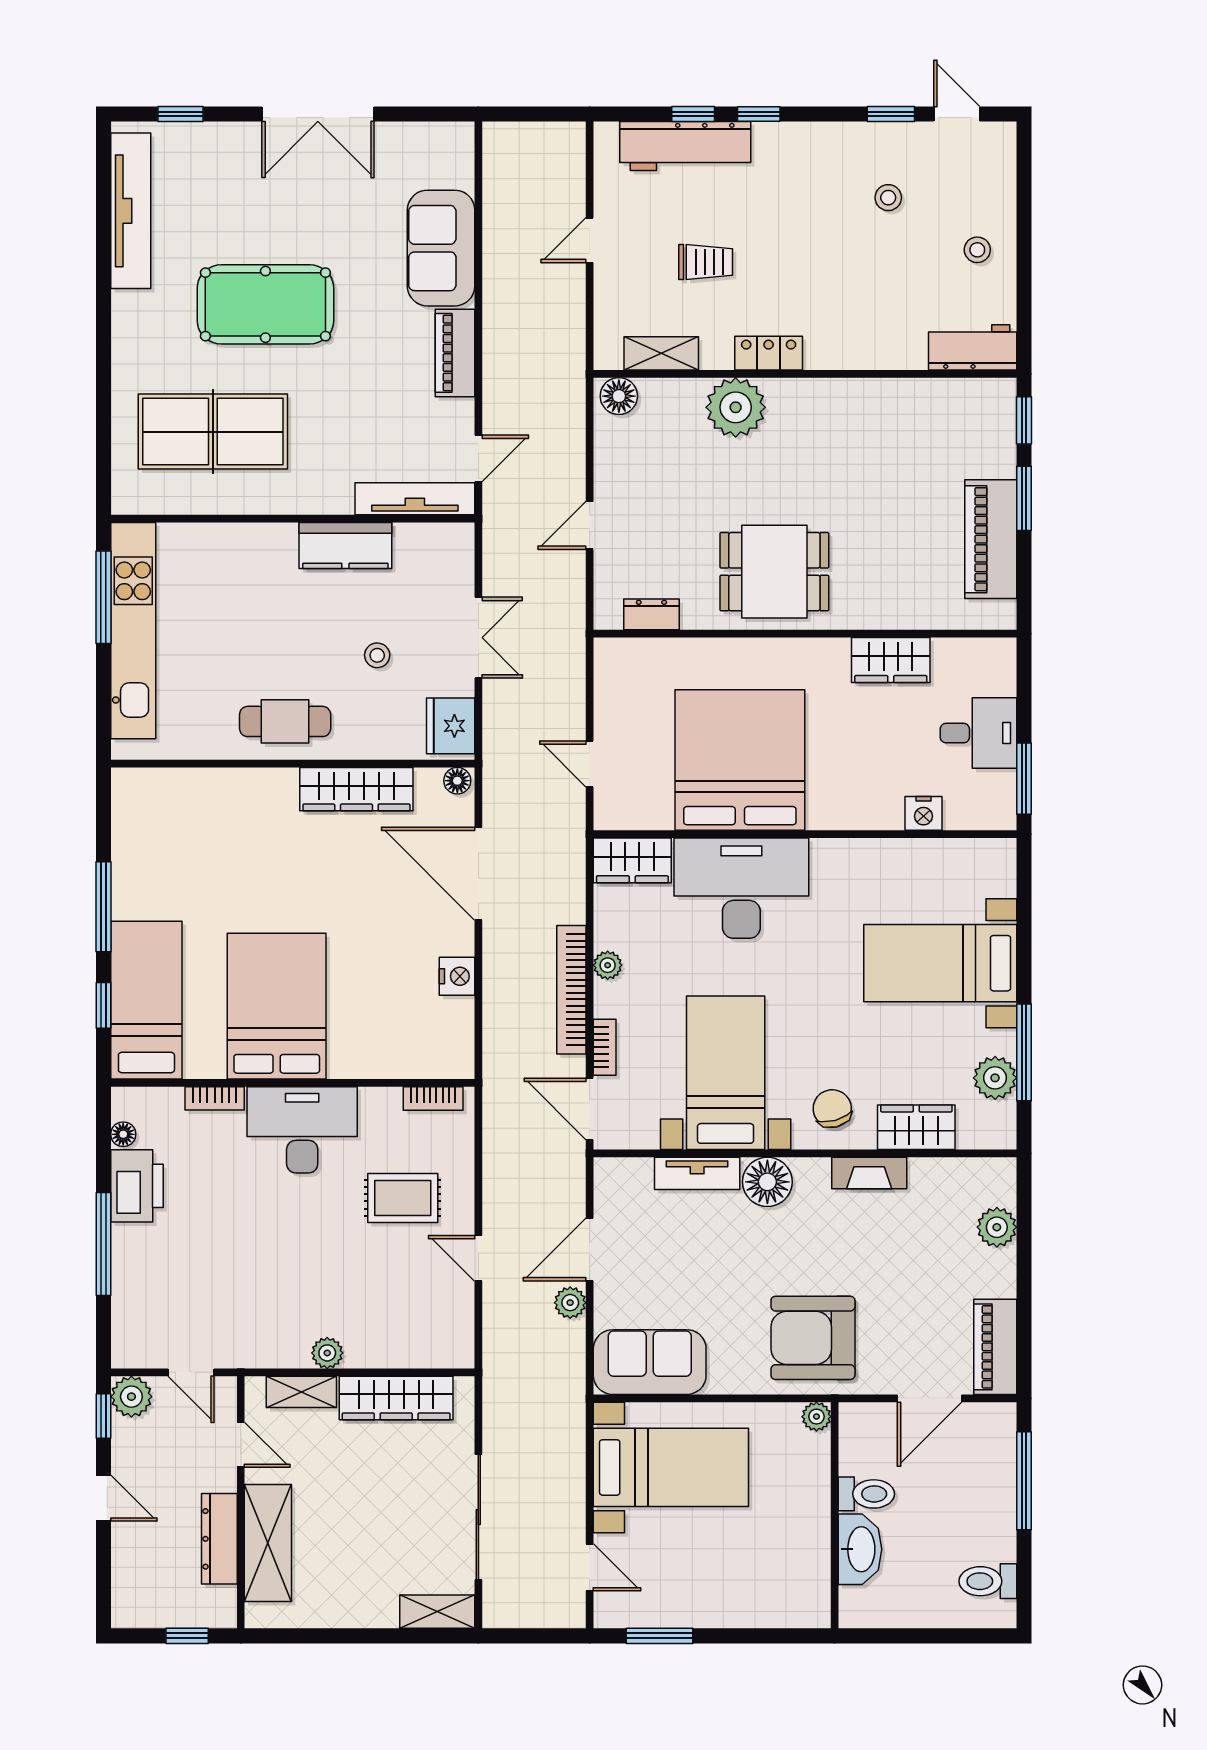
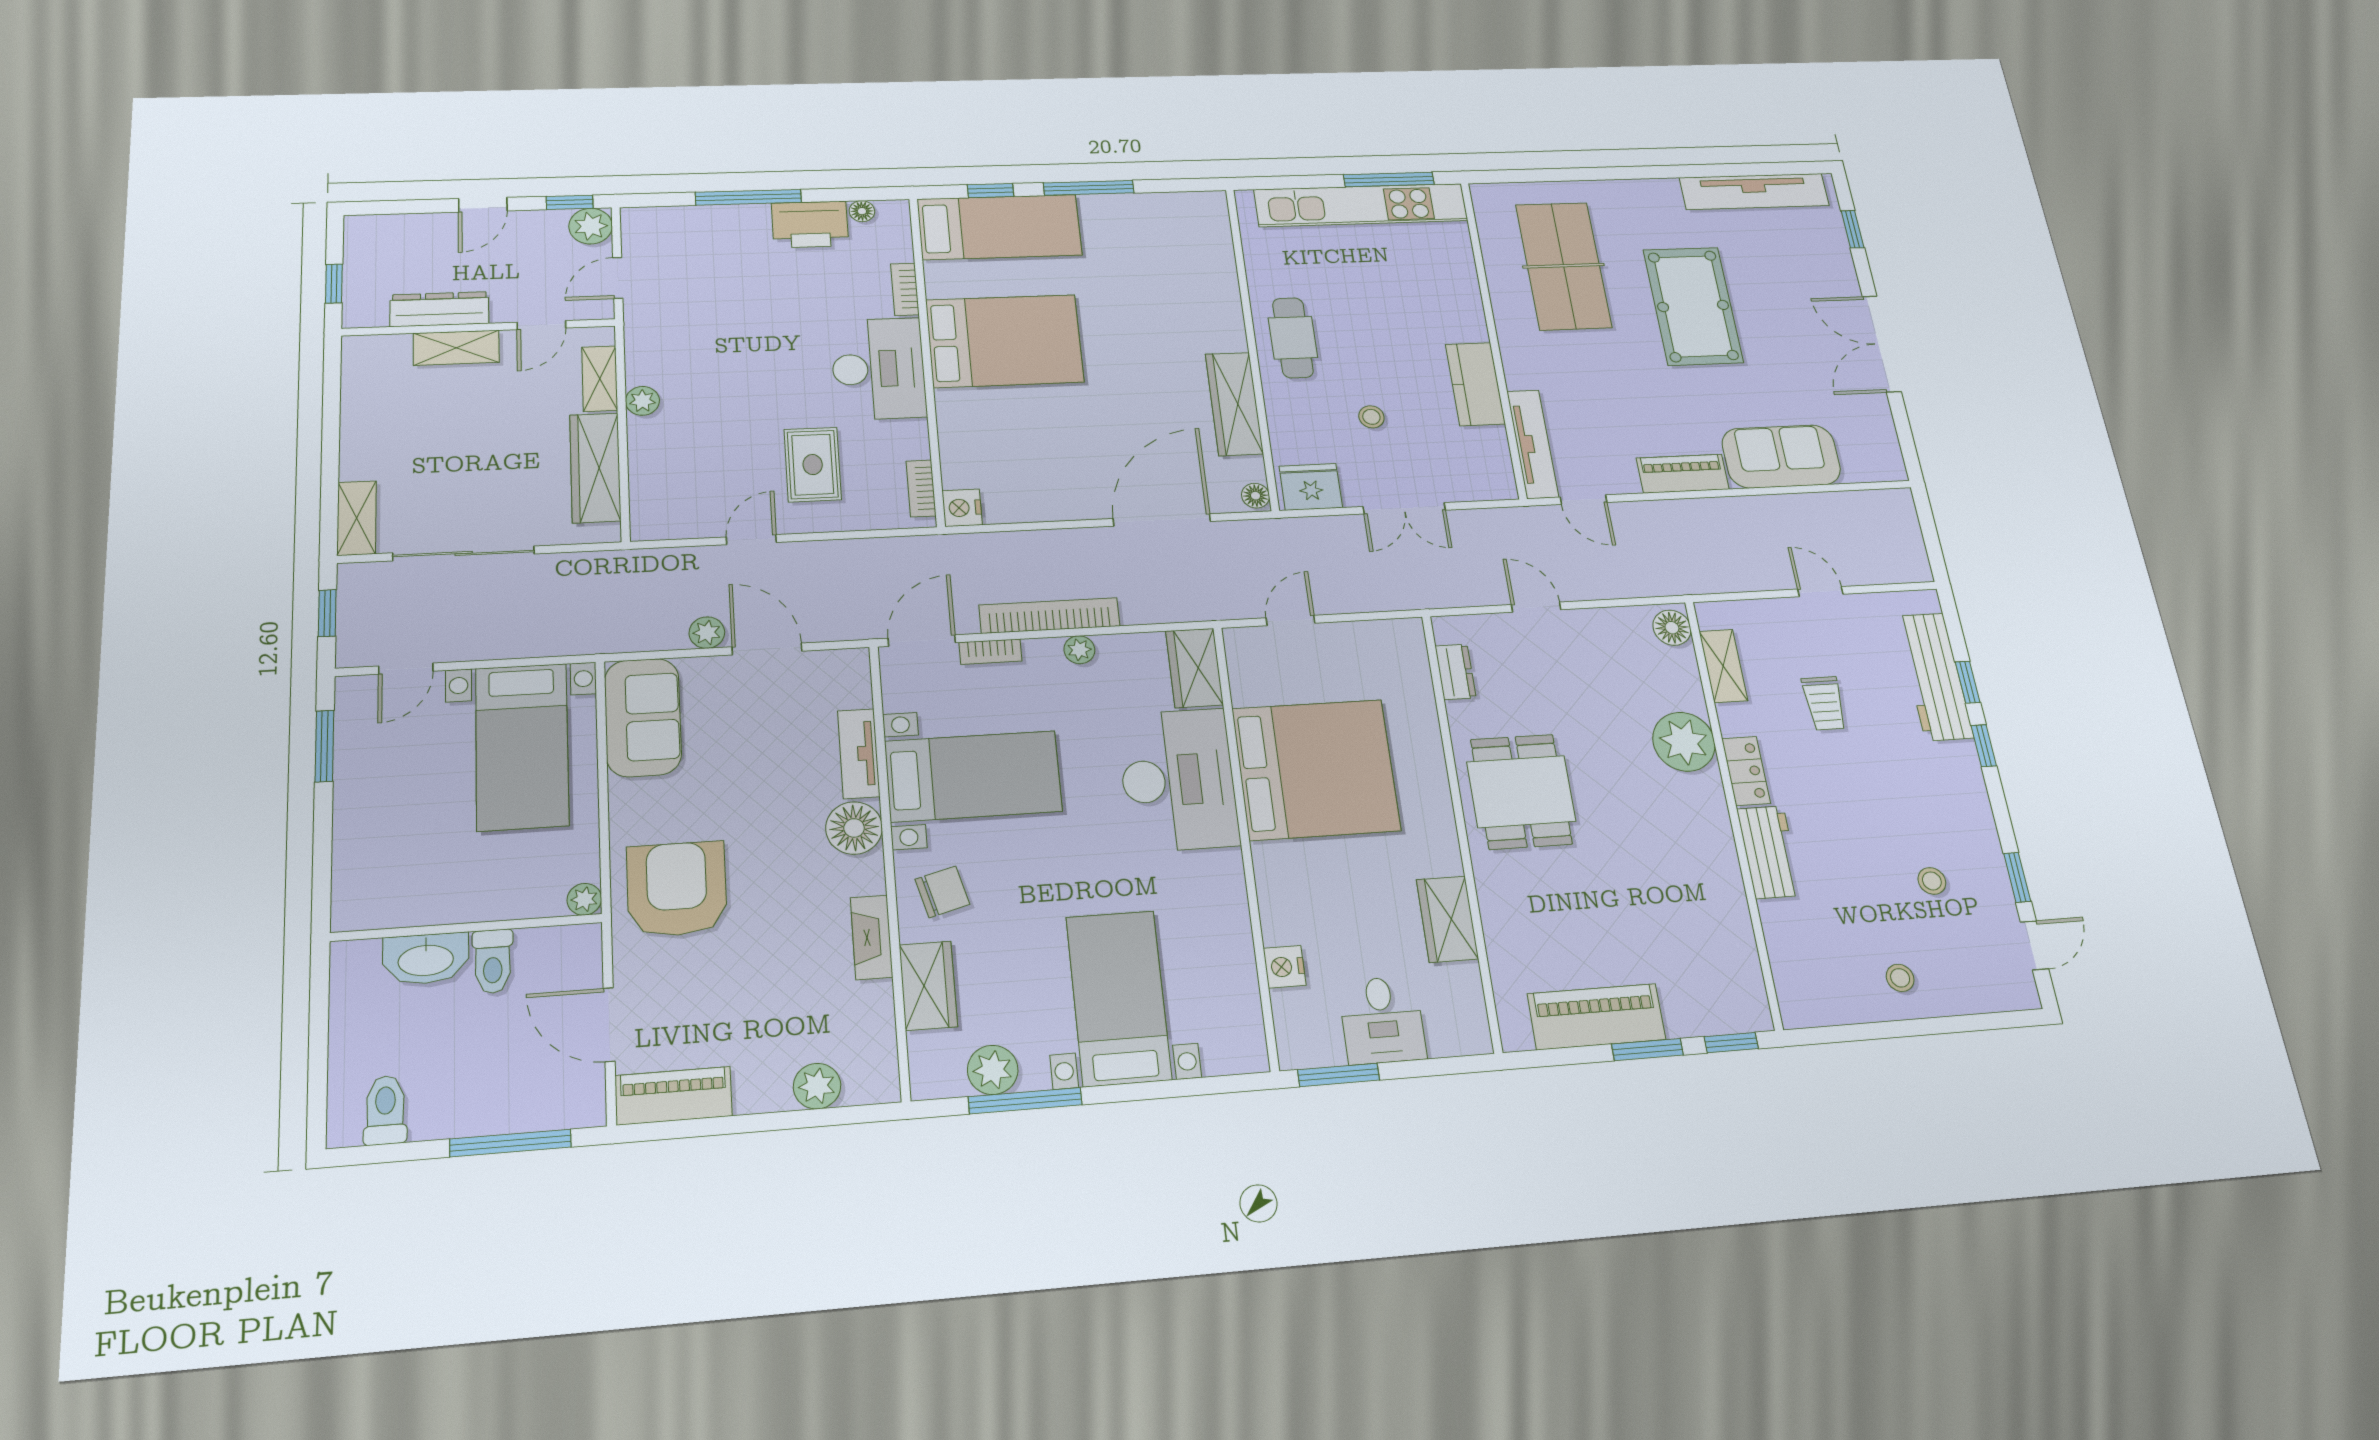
workbench: (973, 347) -> (1769, 852), moved
nightstand: (457, 976) -> (962, 508), moved, turned 90
shelving: (268, 1543) -> (456, 348), width x0.67, depth x0.75
window: (531, 1636) -> (327, 613), added

